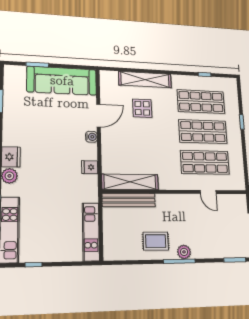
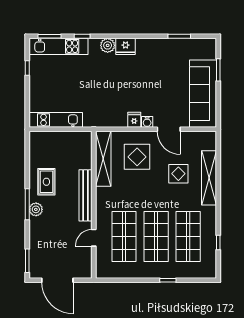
display table: (127, 148) -> (137, 157), added
fridge: (90, 167) -> (134, 120), moved
bench: (129, 200) -> (86, 195), moved

